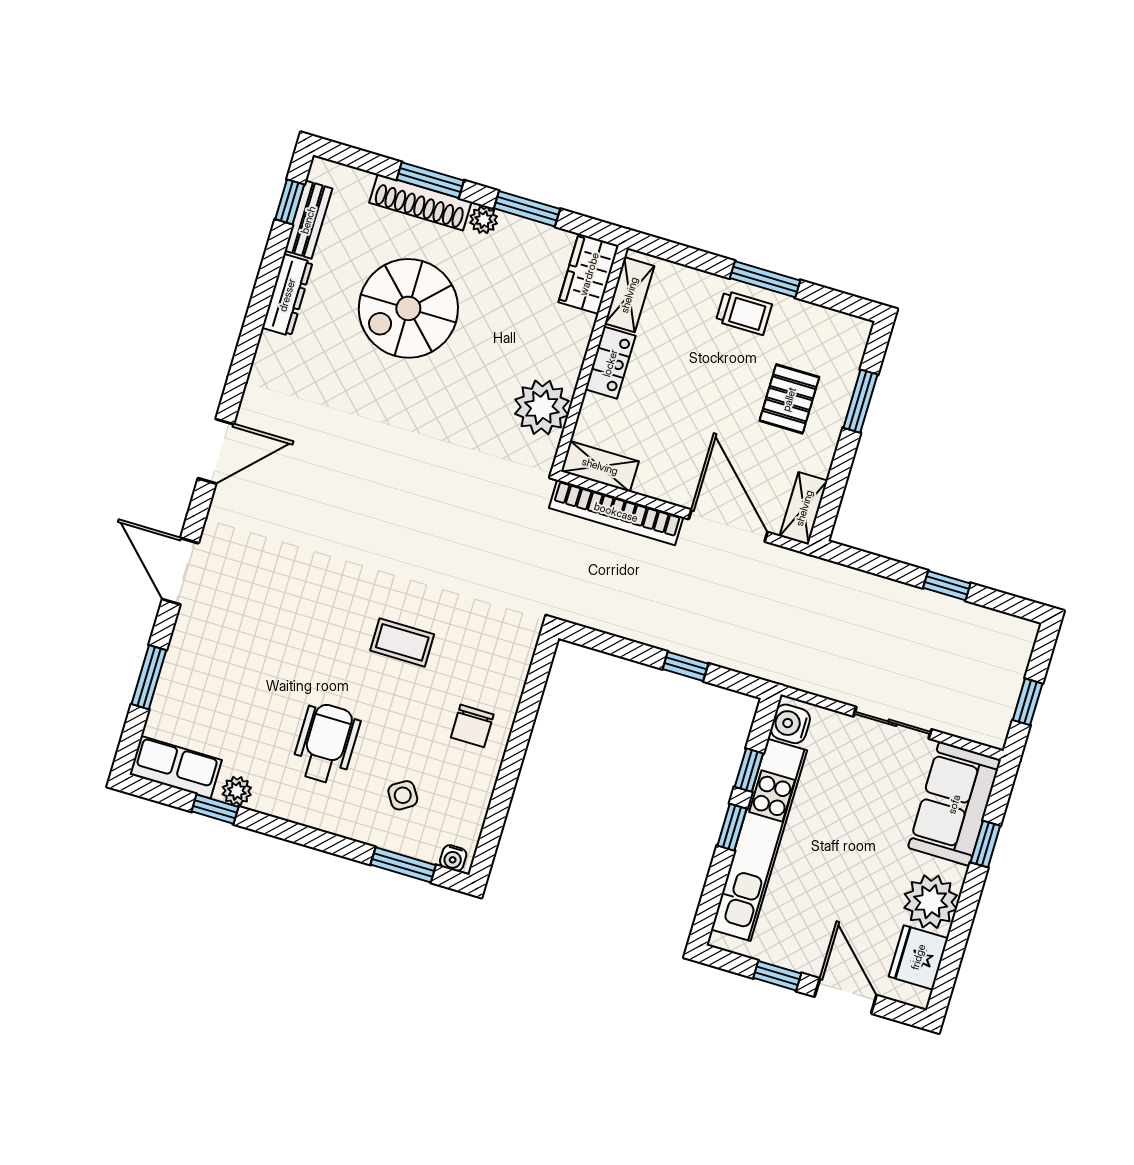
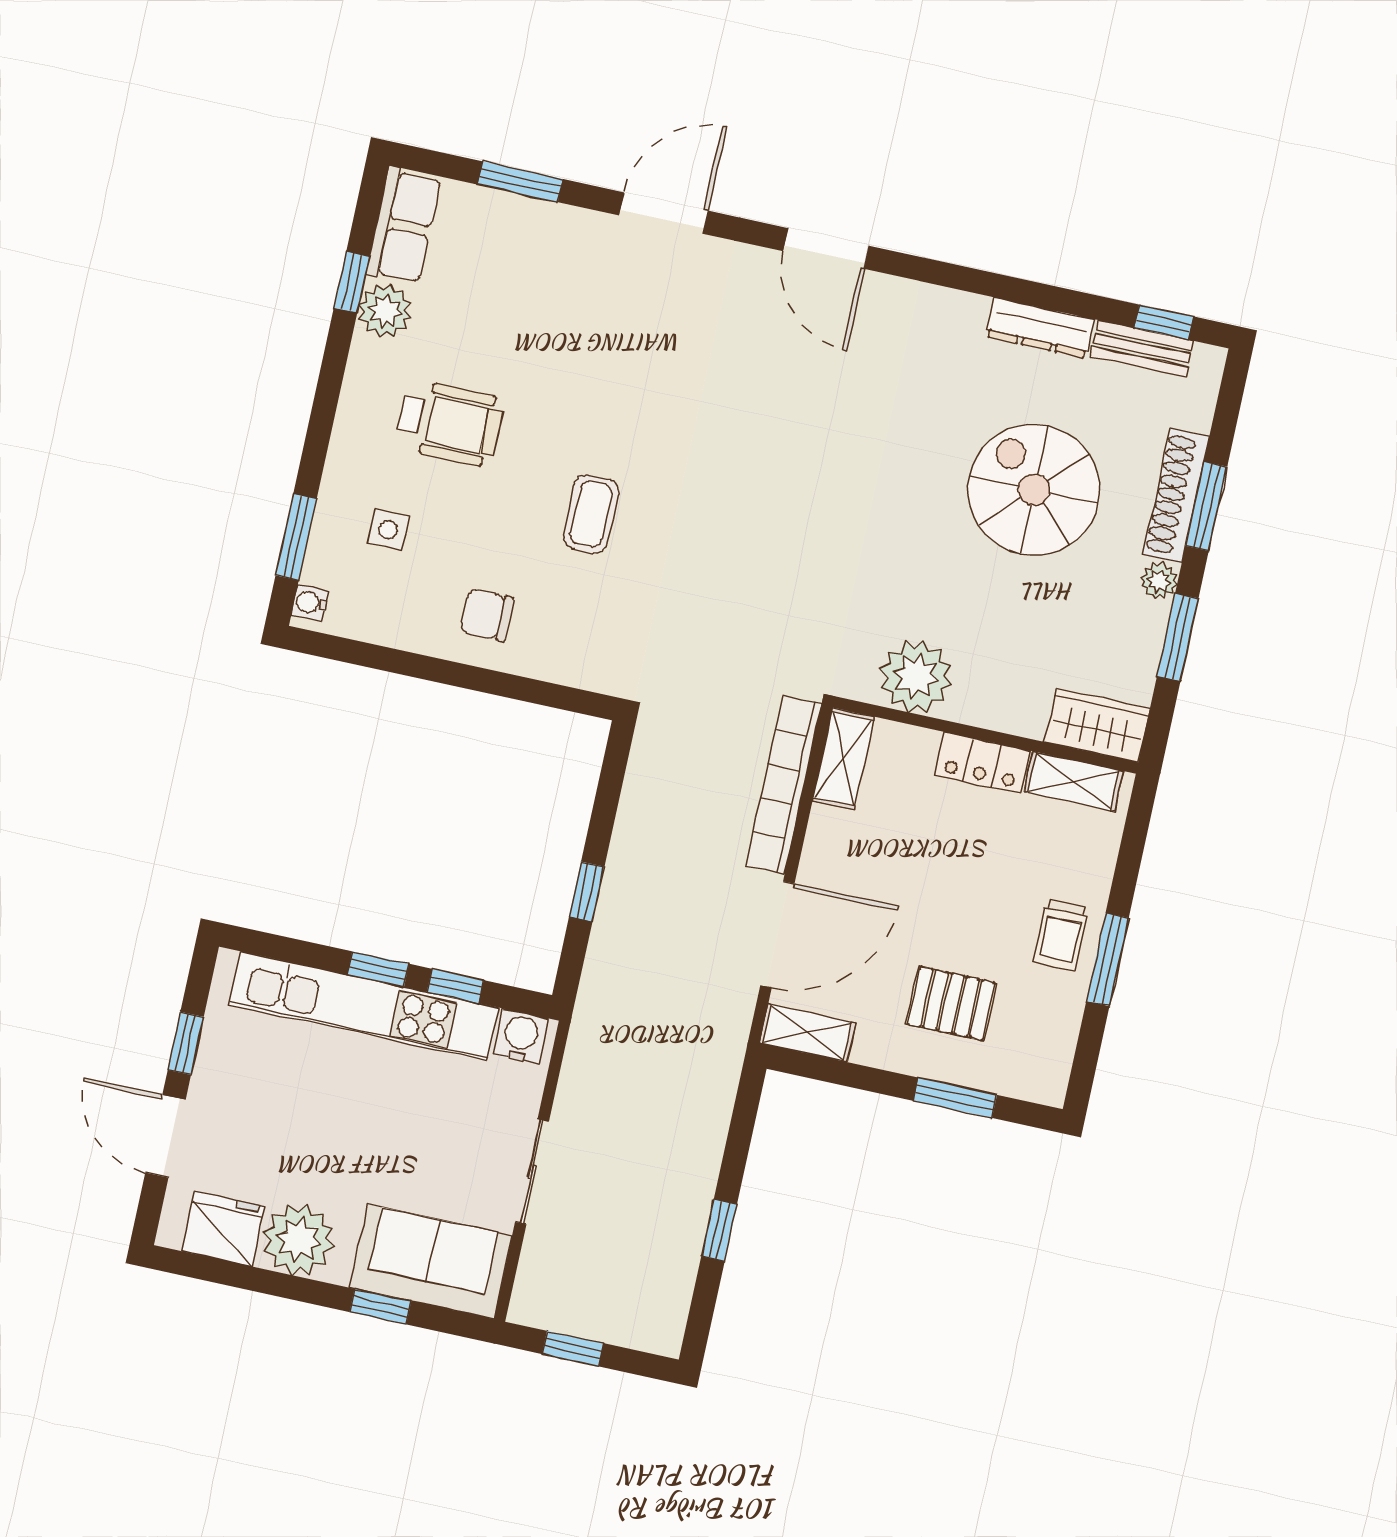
plant: (237, 791) -> (385, 311), width x1.38, depth x1.38
side table: (403, 795) -> (388, 530), turned 32
door: (846, 996) -> (165, 1136), swing flipped

